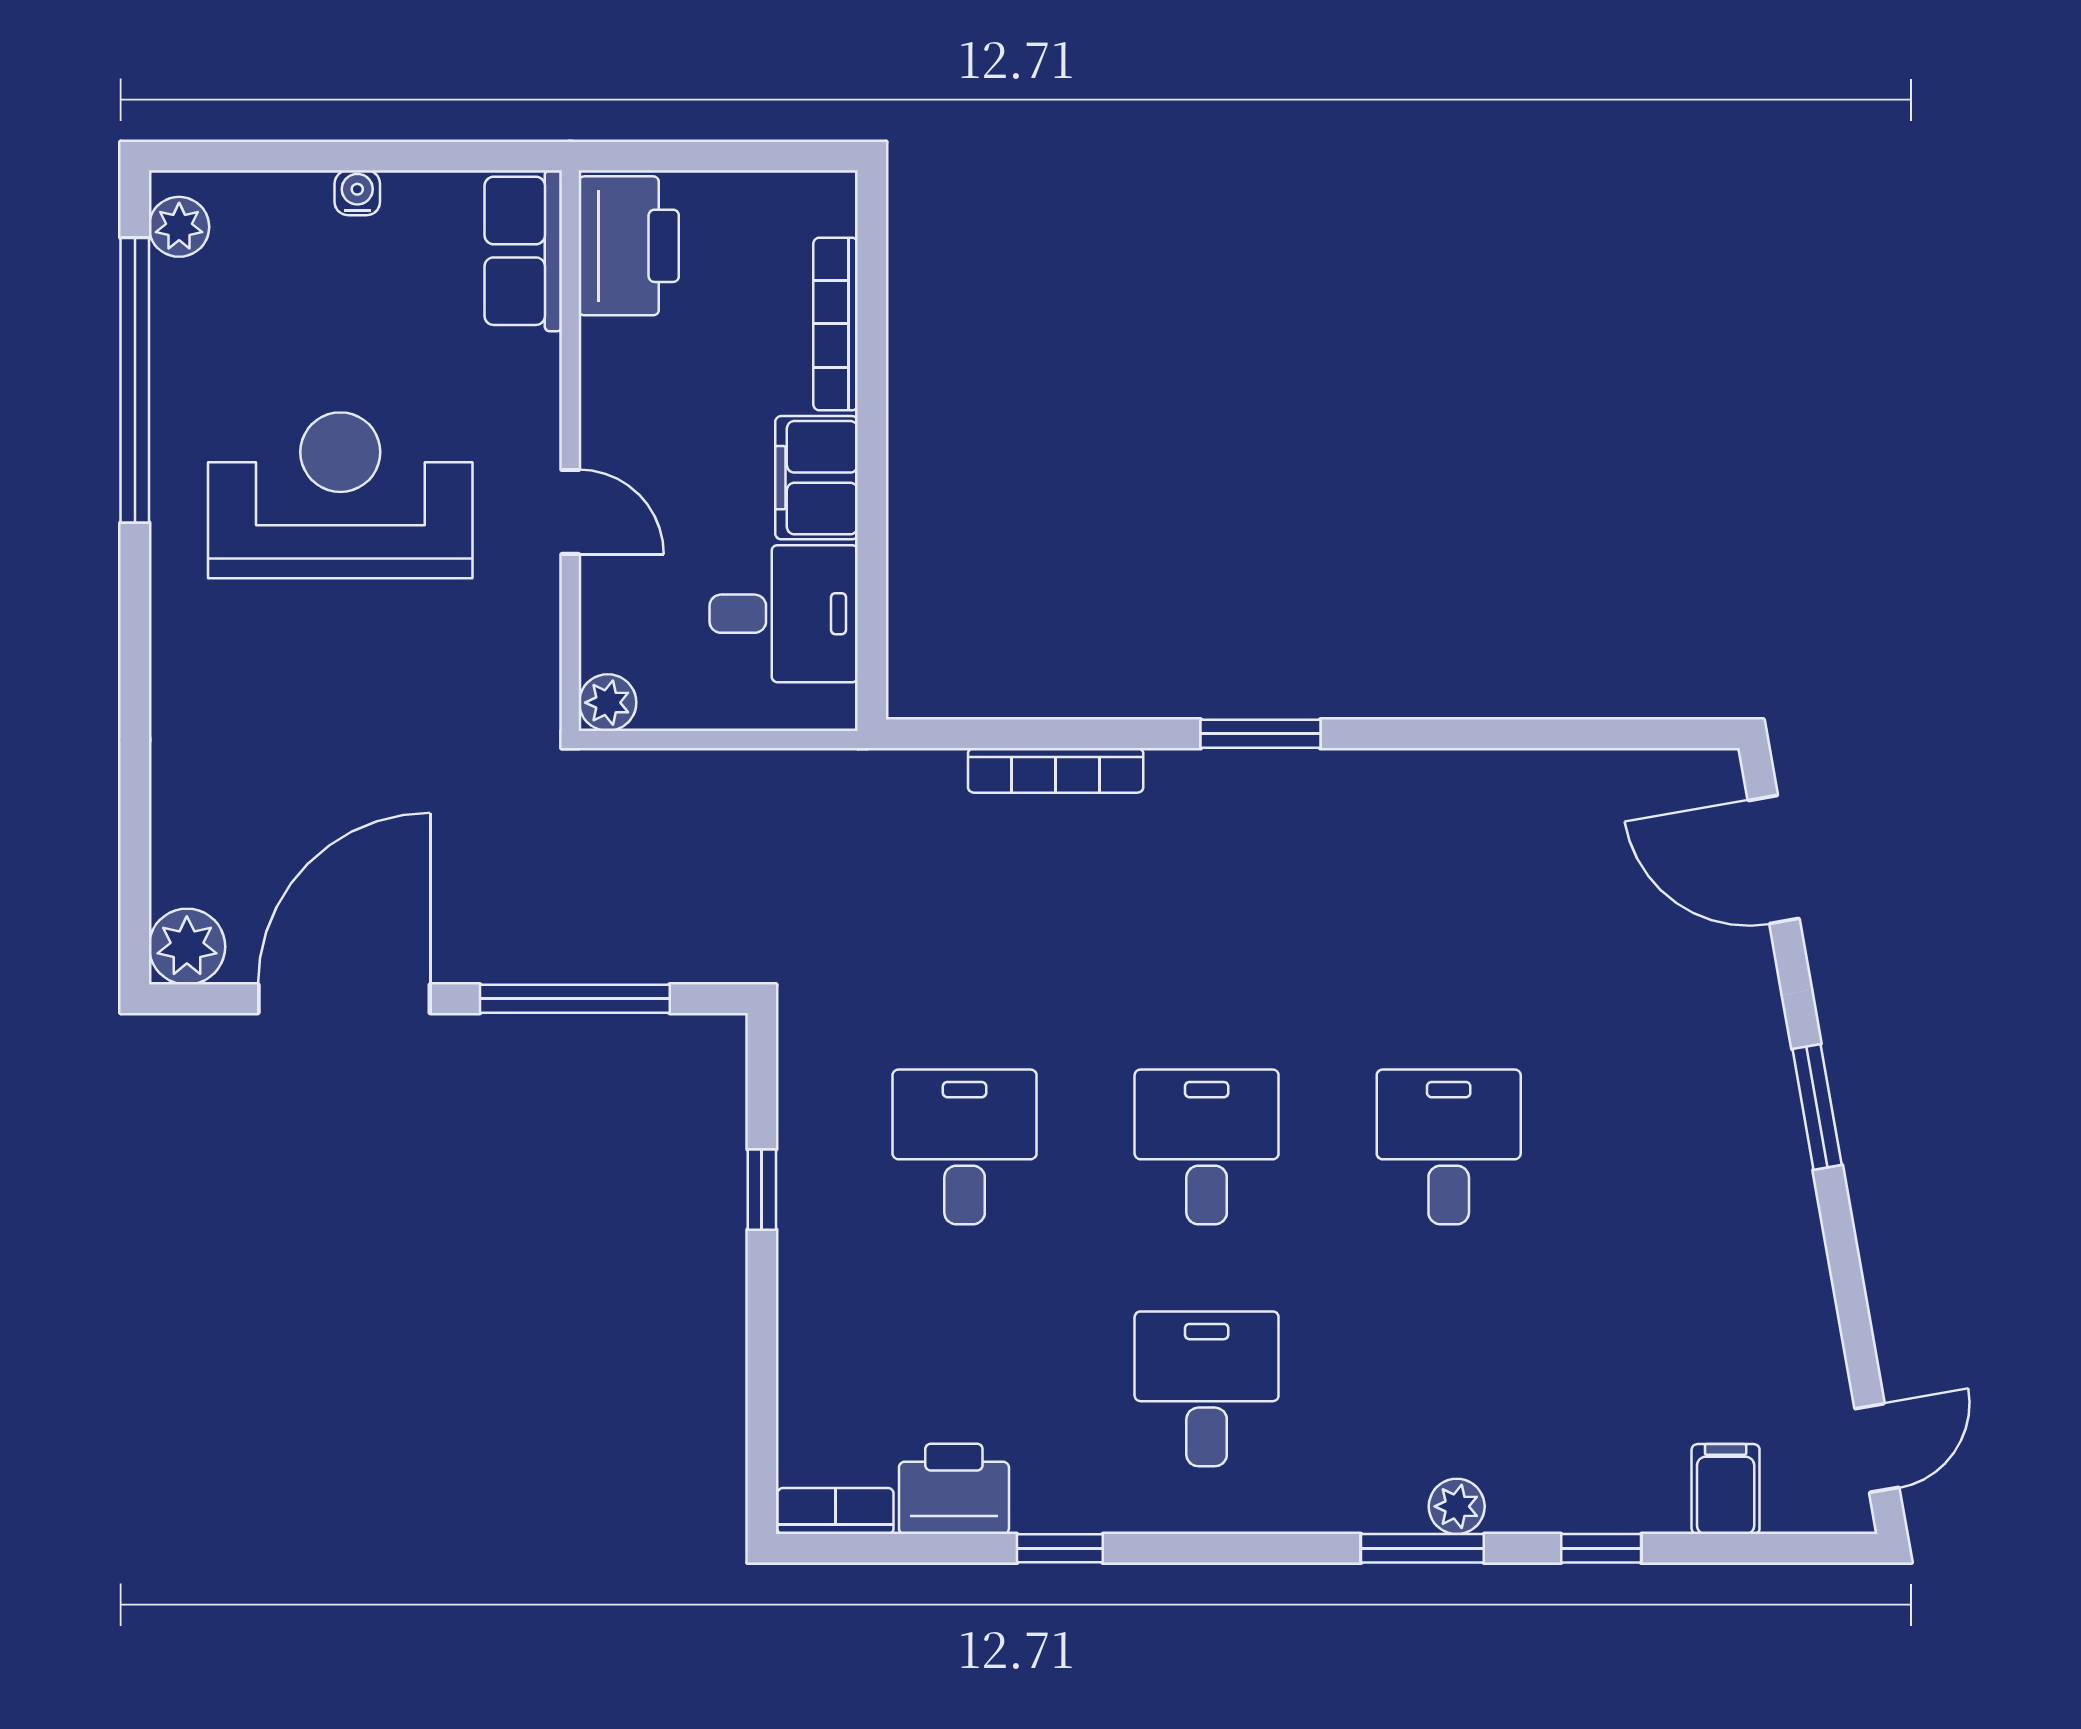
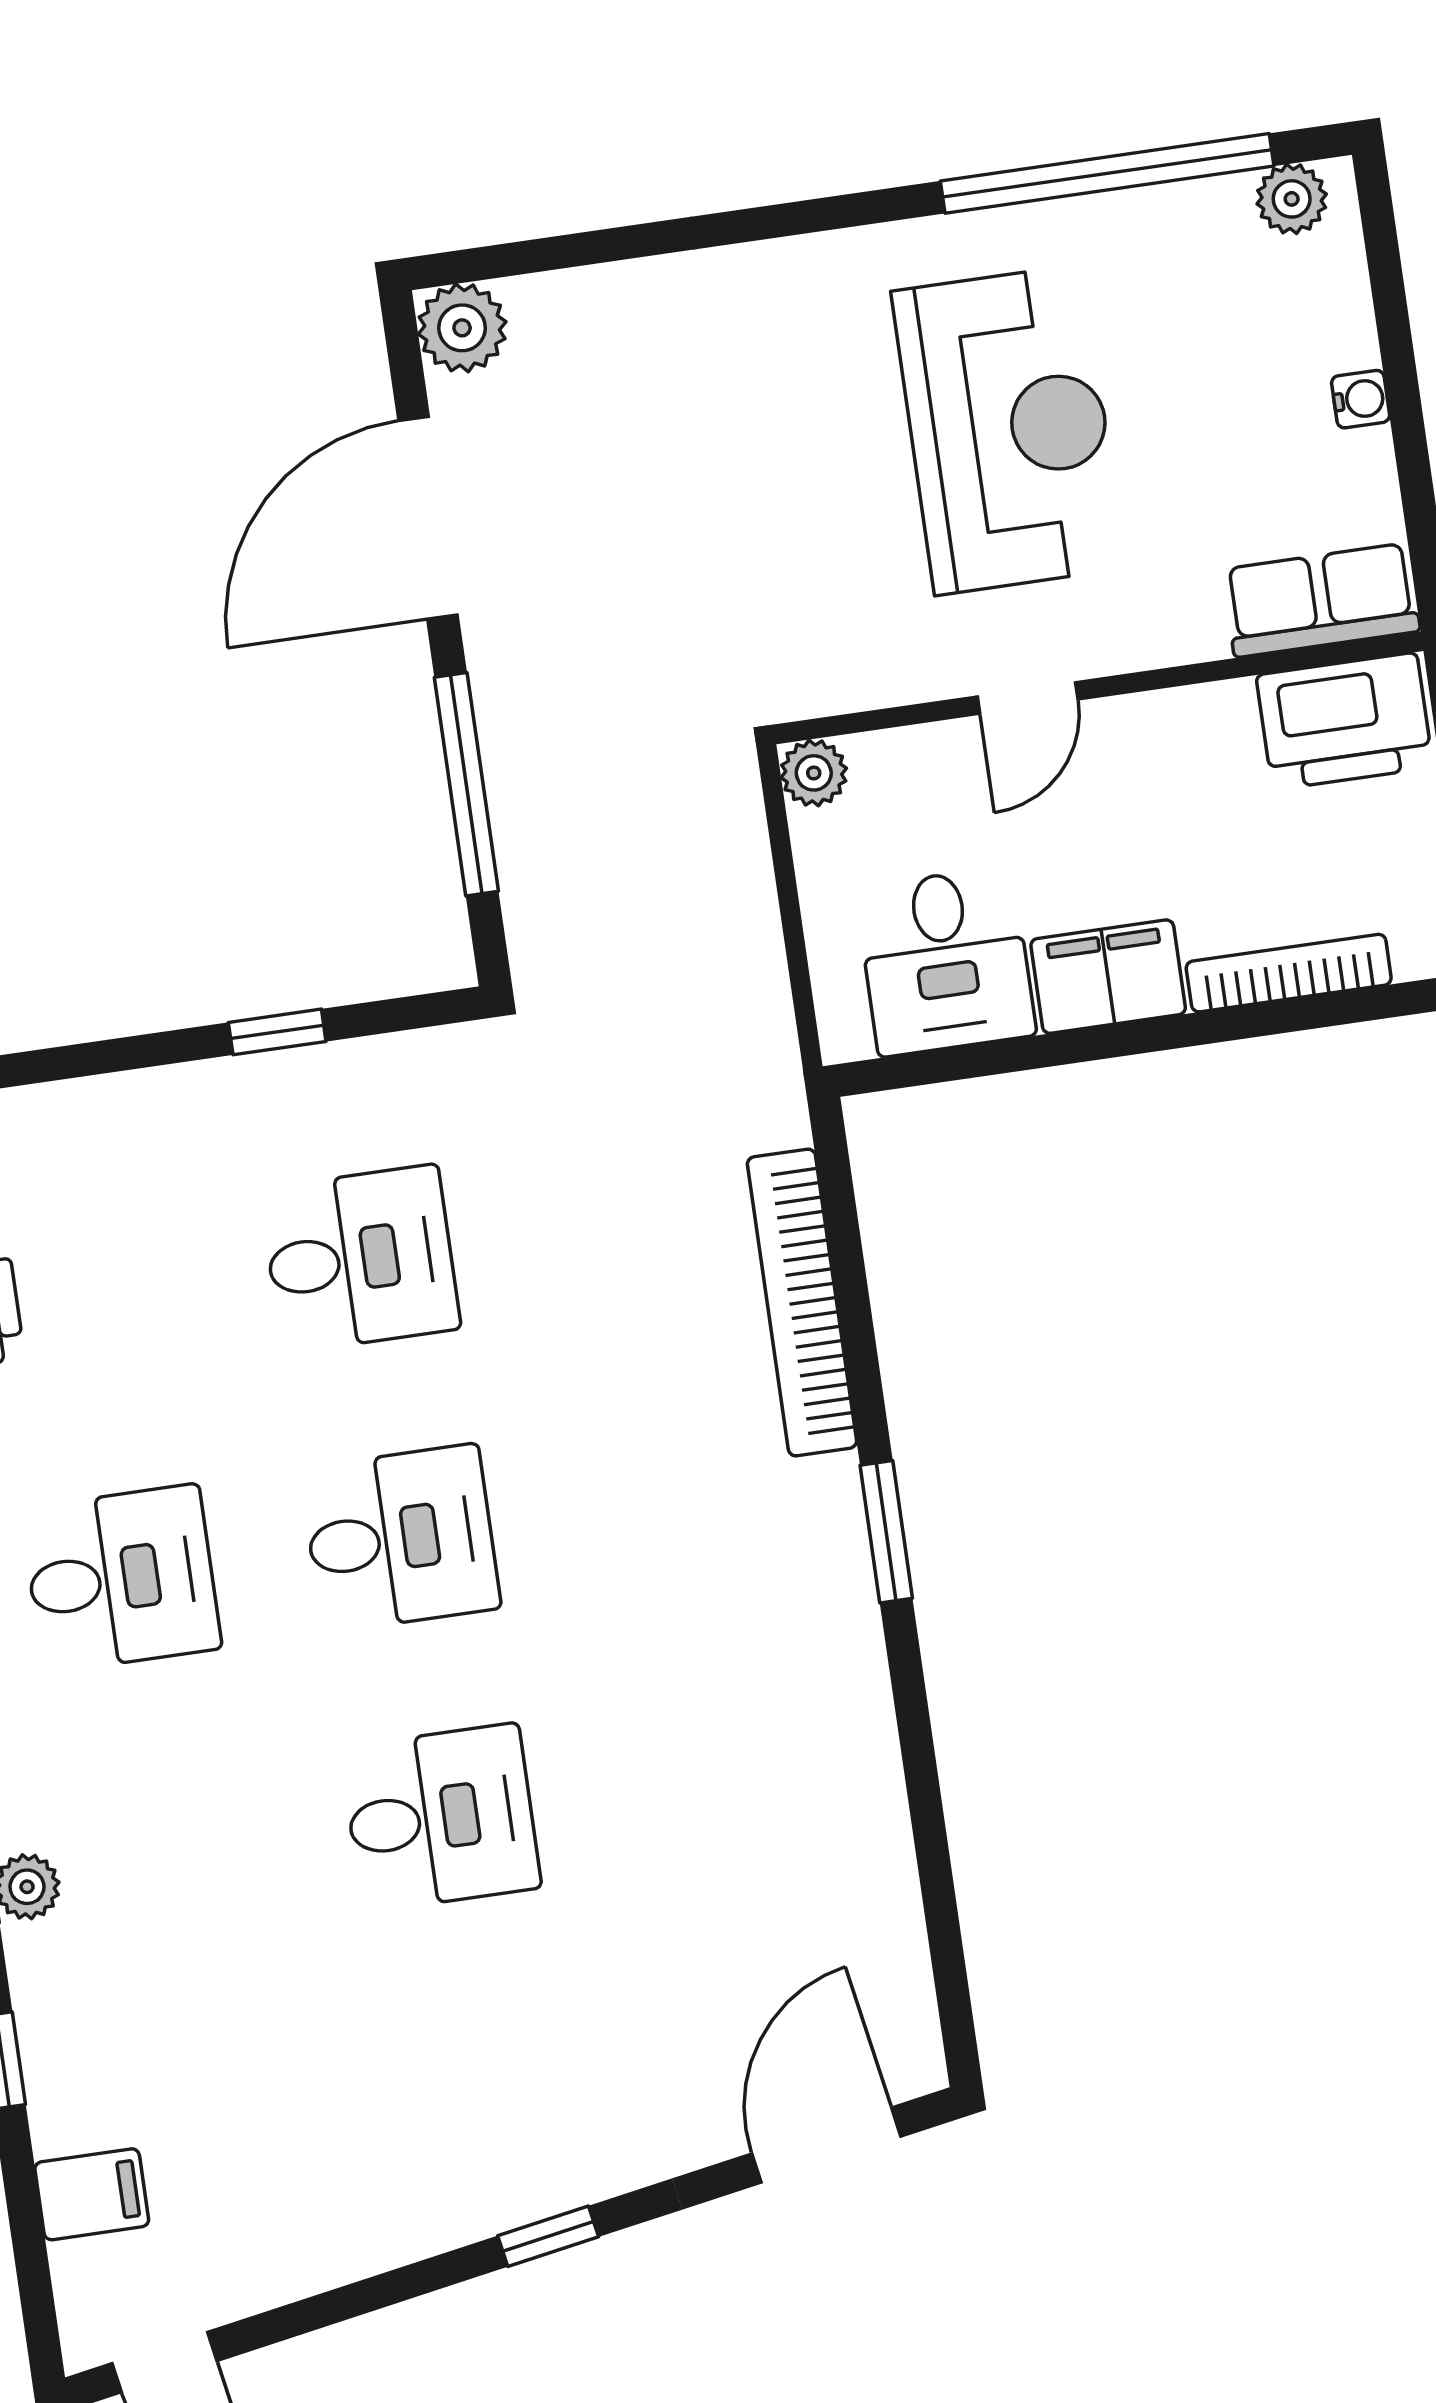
bookcase: (1056, 770) -> (802, 1303), width x1.48, depth x1.31
door: (344, 999) -> (428, 518), swing flipped
window: (1817, 1107) -> (548, 2236), width x0.67

